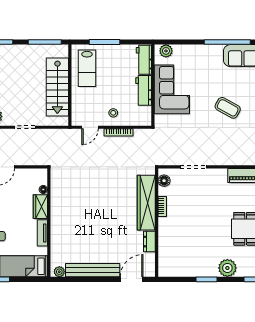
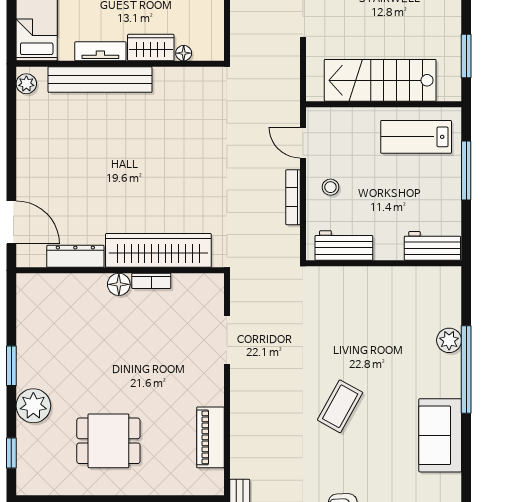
window: (45, 42) -> (466, 56), width x0.69
window: (227, 42) -> (466, 369), moved
plant: (166, 51) -> (449, 340), moved
corner sofa: (172, 89) -> (375, 300), removed
workbench: (144, 90) -> (344, 245), moved
floor lamp: (164, 181) -> (119, 284), moved
dresser: (149, 242) -> (75, 256), width x1.44
bench: (93, 270) -> (100, 80), moved, turned 90

